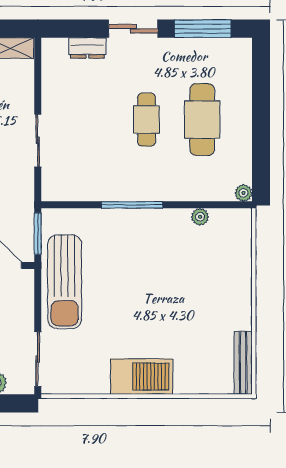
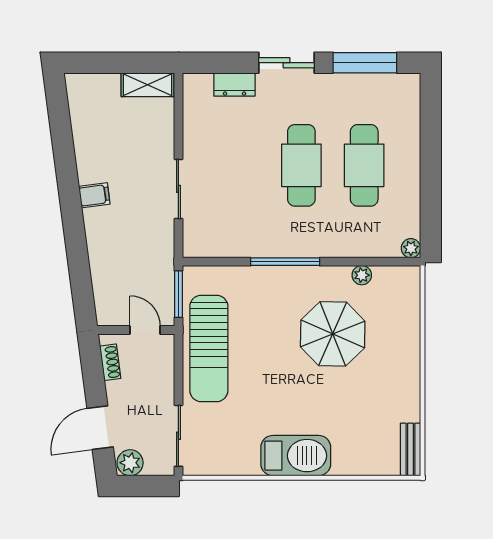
cafe table: (147, 120) -> (301, 165), width x1.37, depth x1.35
parasol: (174, 269) -> (333, 334), added
bench: (243, 363) -> (410, 450), width x0.73

